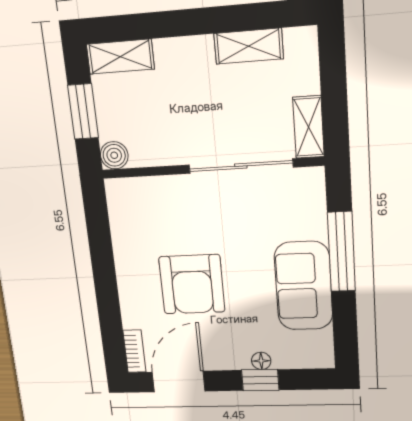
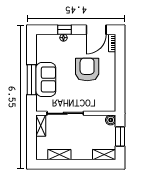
sofa: (304, 286) -> (46, 79), moved

